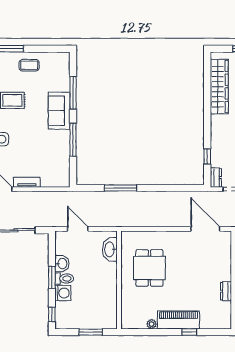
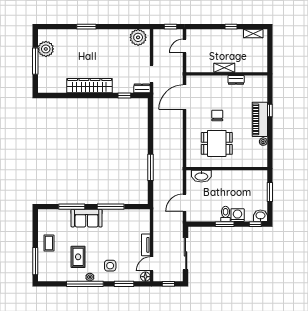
wardrobe: (219, 87) -> (90, 86), moved
washbasin: (62, 264) -> (260, 216), moved
chair: (183, 269) -> (217, 116), added

